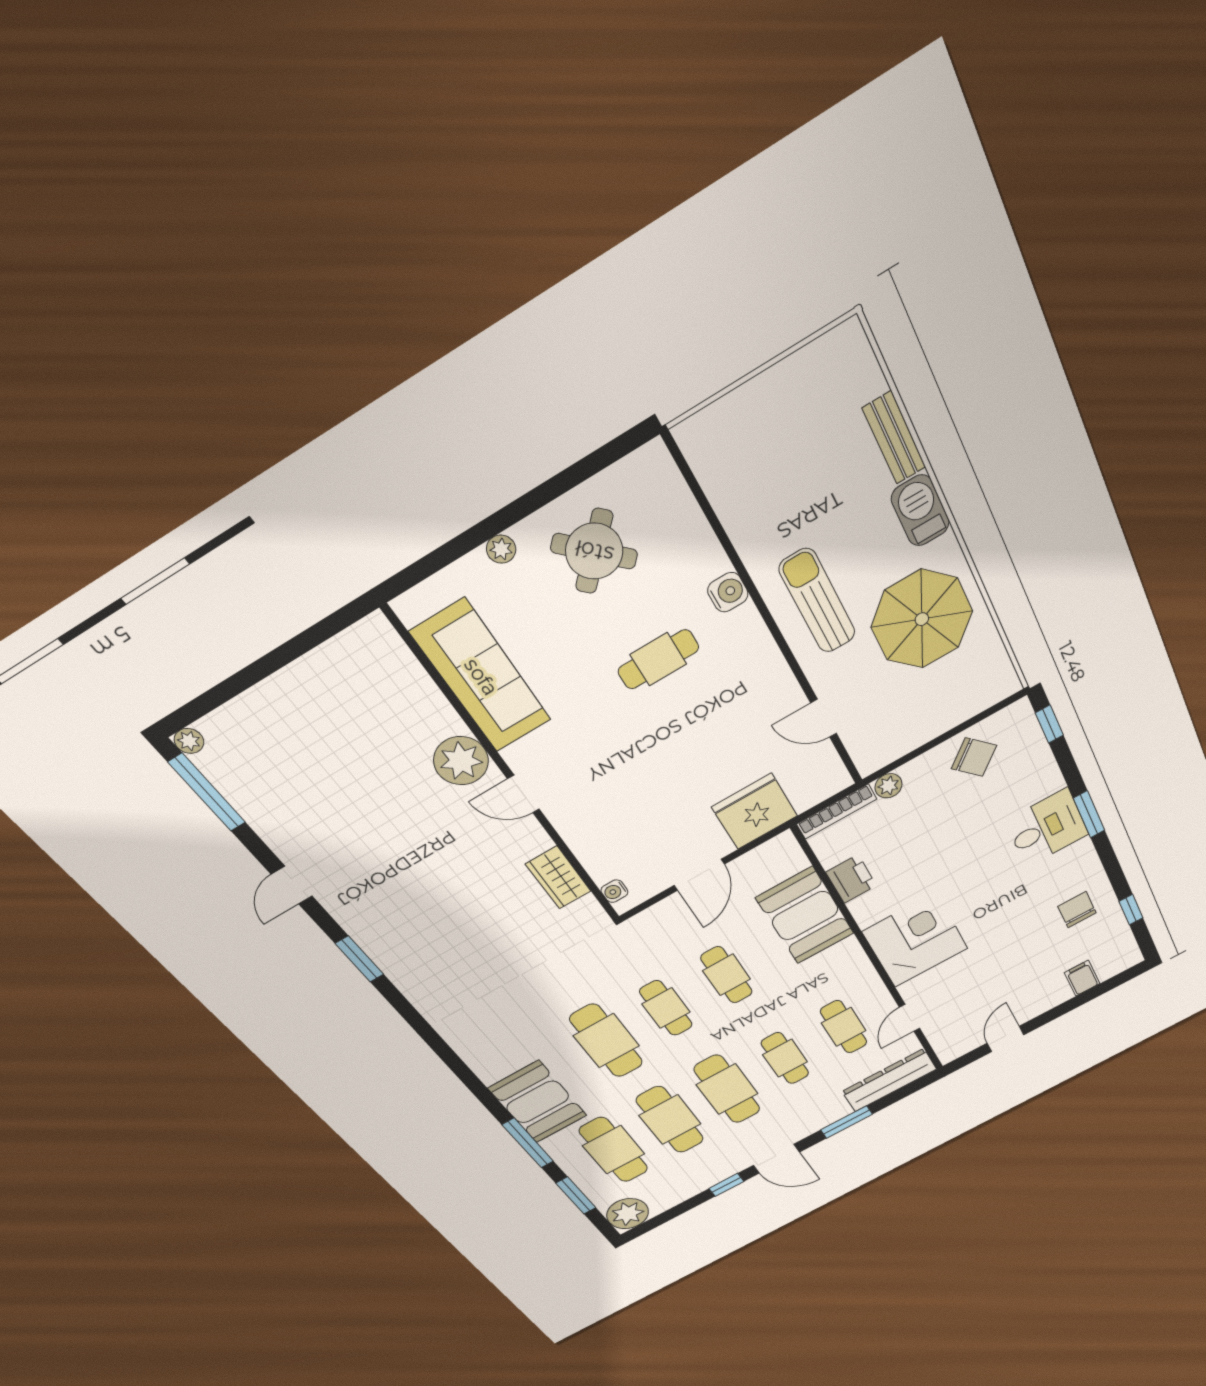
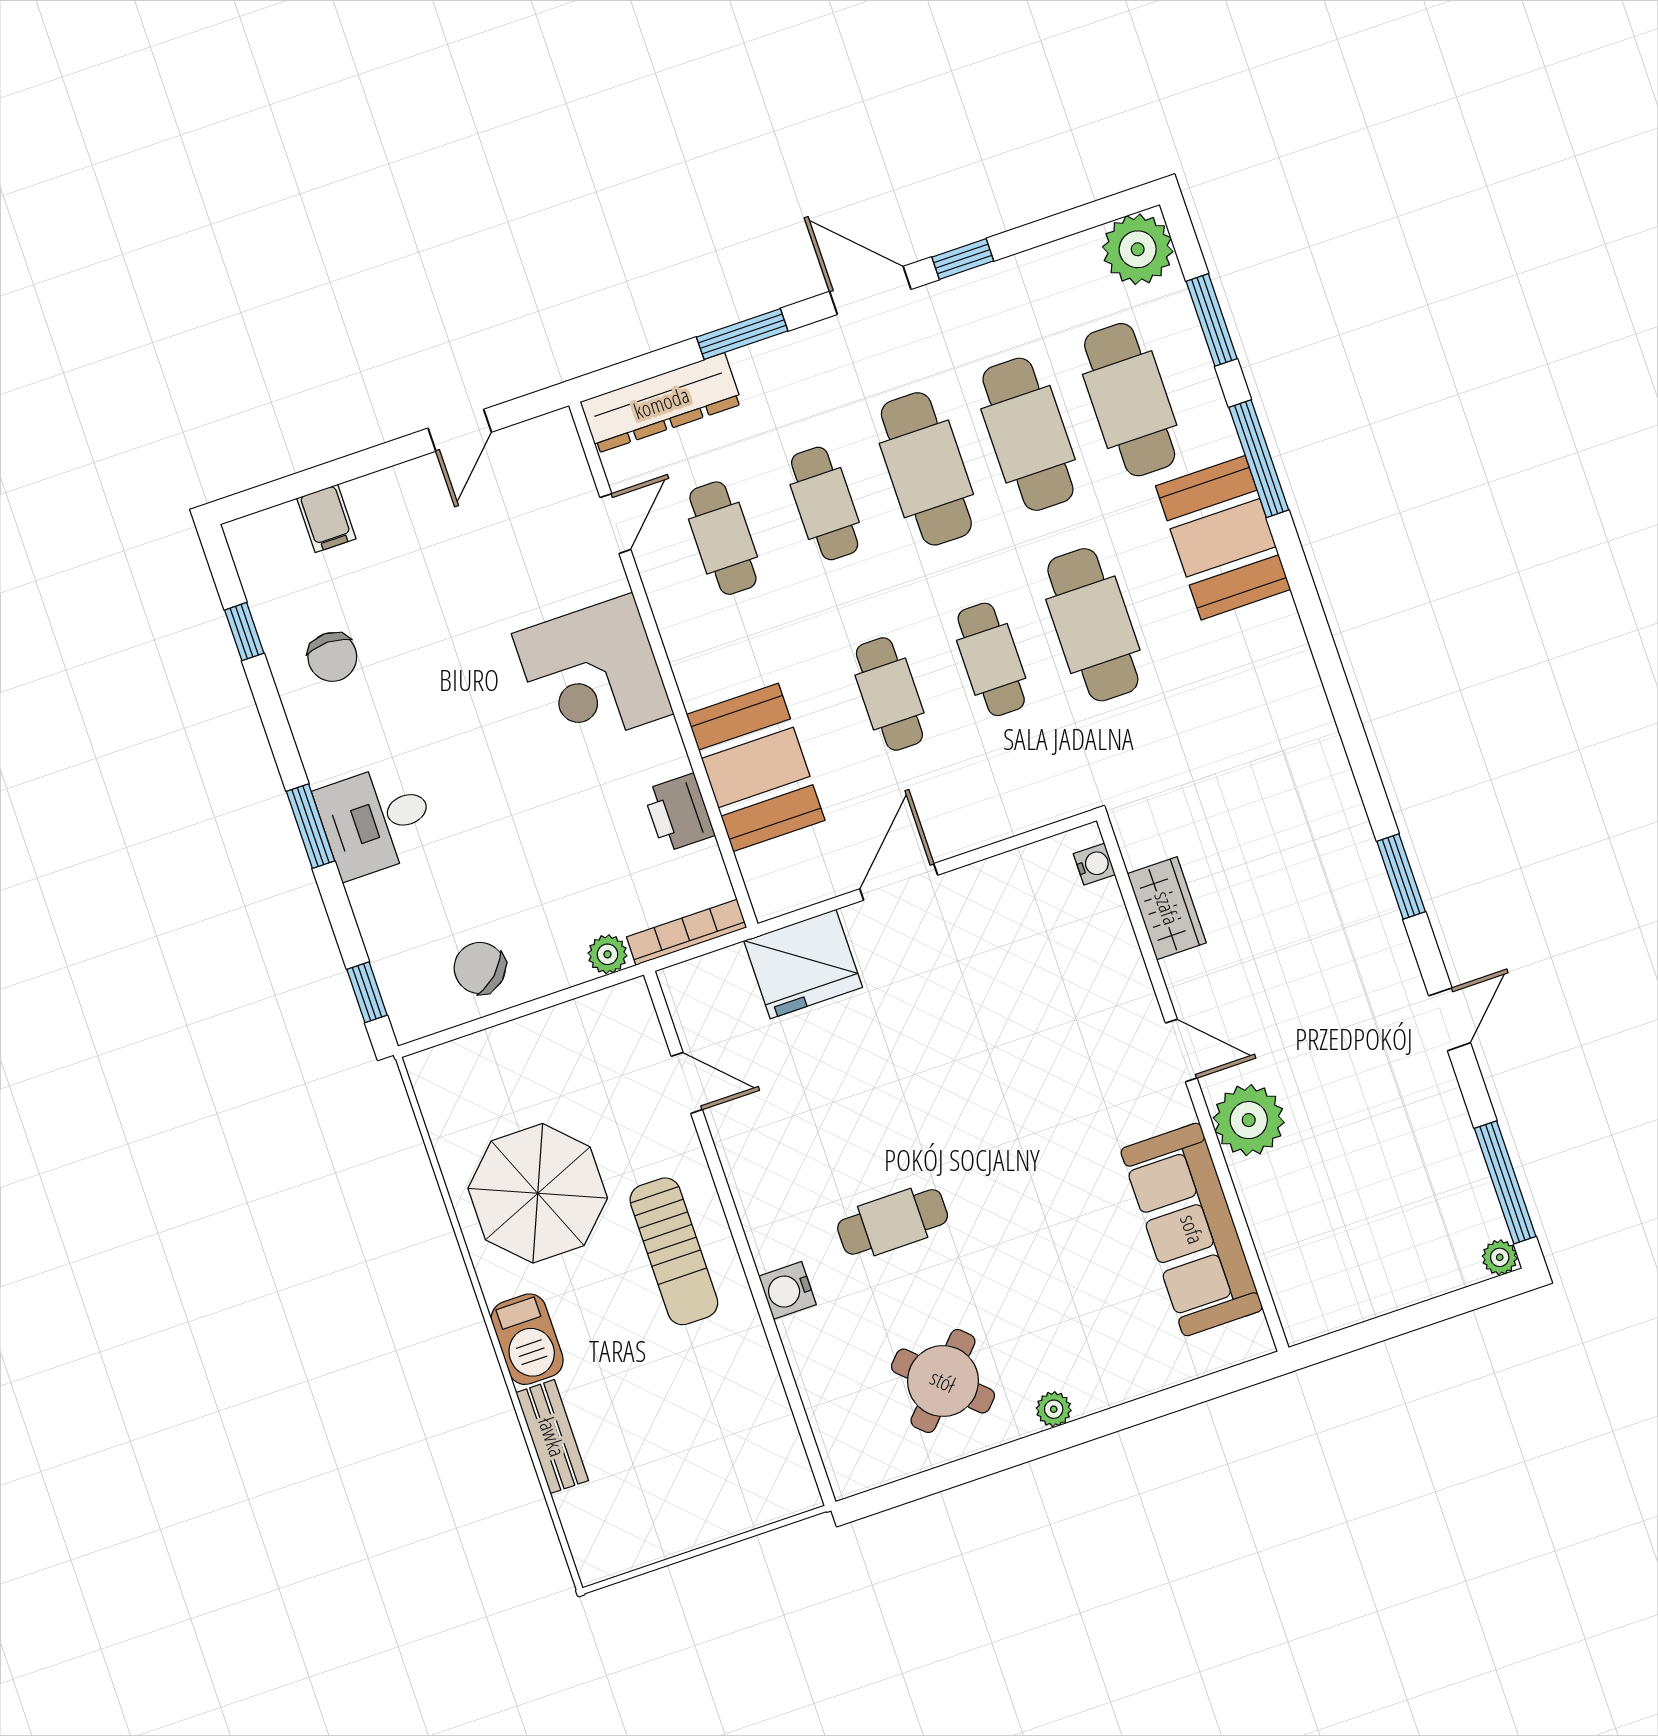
sofa: (481, 677) -> (1192, 1229), moved
plant: (461, 761) -> (1249, 1120), moved
wall: (509, 775) -> (1193, 1084), moved
door: (524, 794) -> (1181, 1050), moved
wardrobe: (558, 878) -> (1167, 908), moved
water cooler: (614, 891) -> (1094, 864), moved

